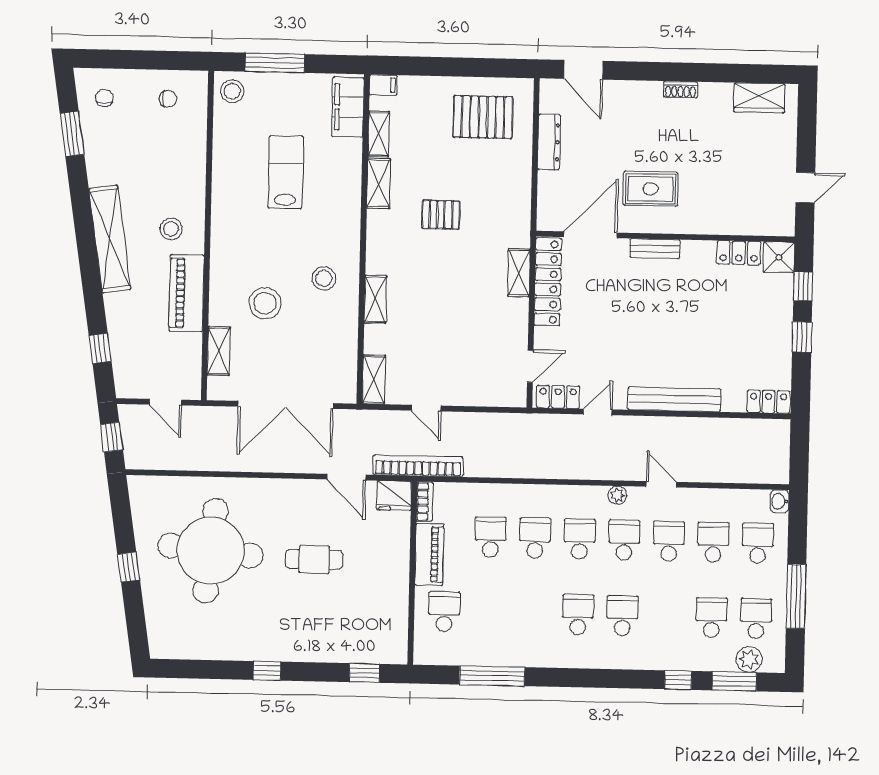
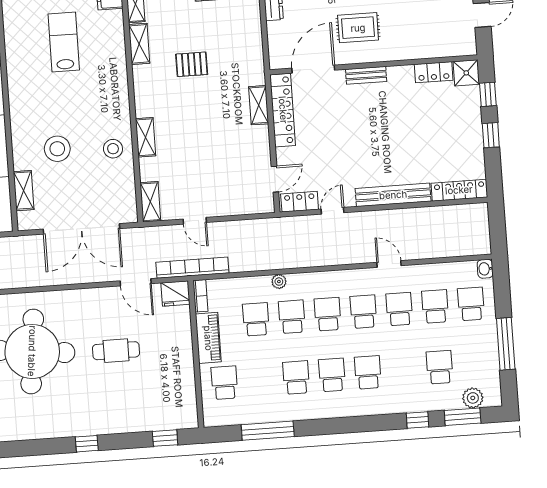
stool: (324, 279) -> (113, 149), moved
locker: (769, 402) -> (459, 190), width x1.53
plant: (617, 495) -> (279, 282), moved
school desk: (756, 619) -> (296, 378), moved

